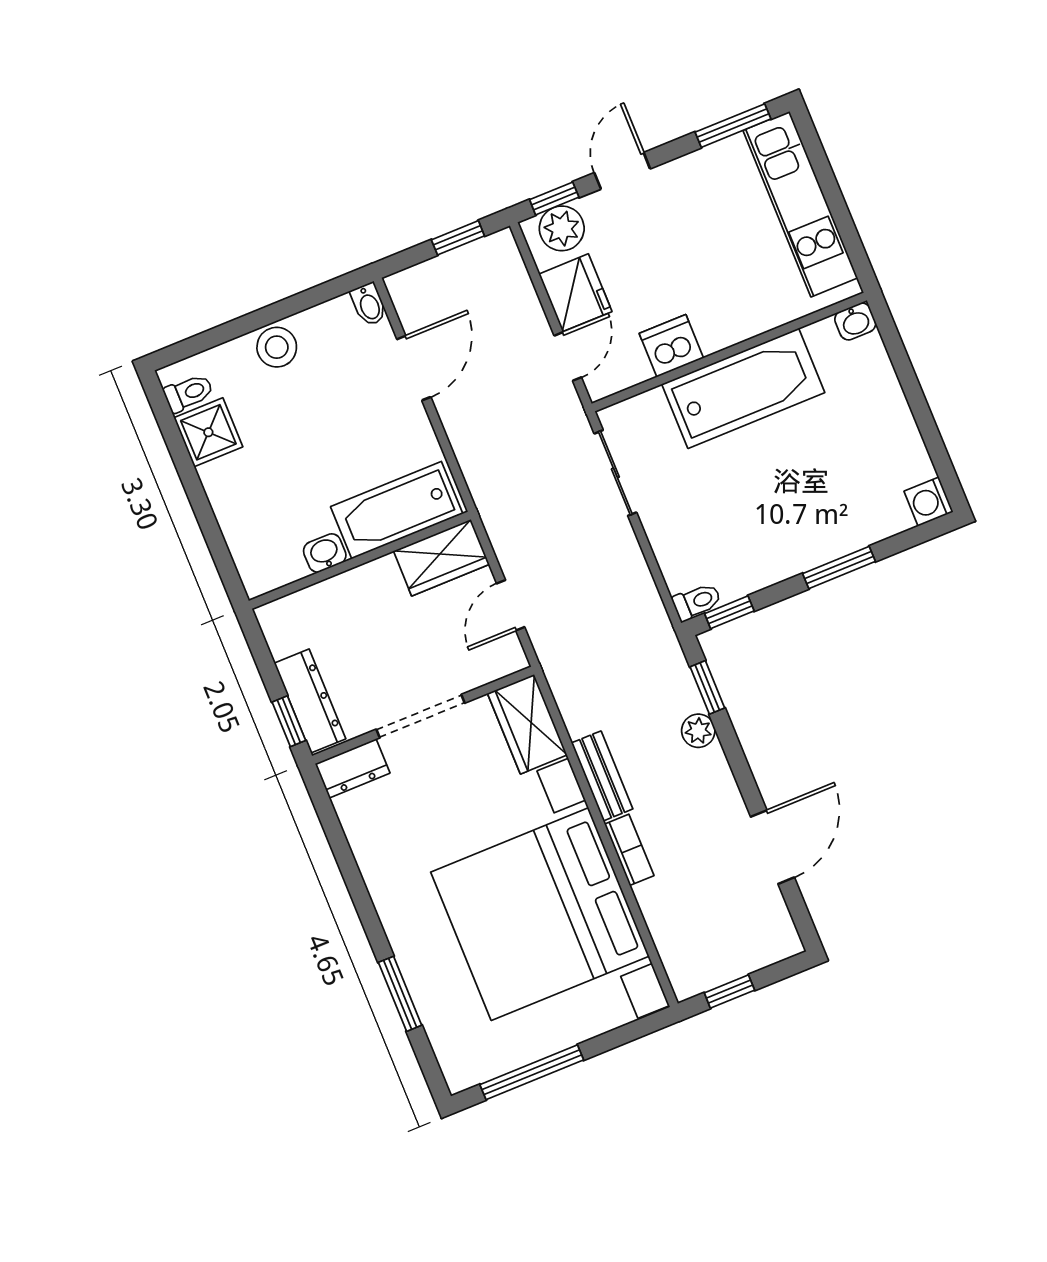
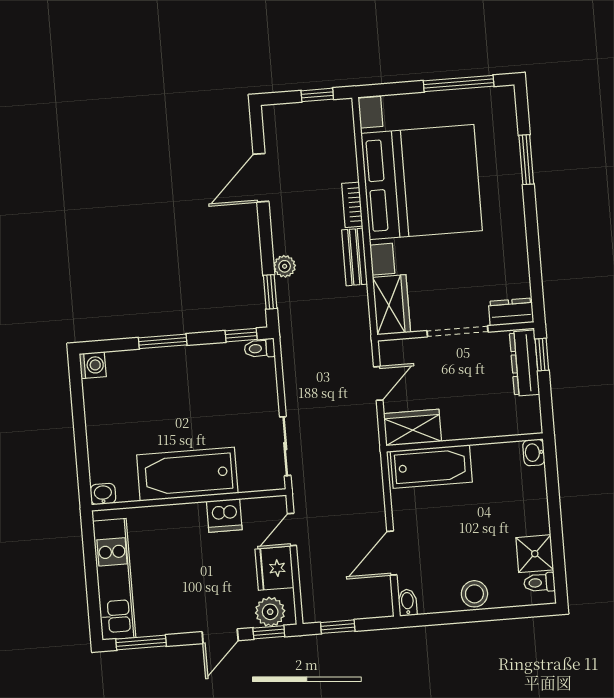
washbasin: (325, 553) -> (534, 452), moved, turned 90

